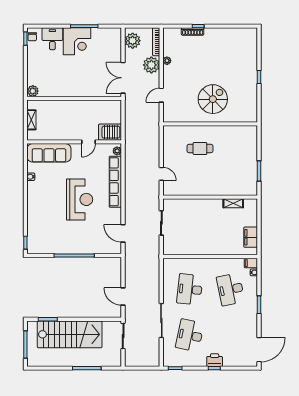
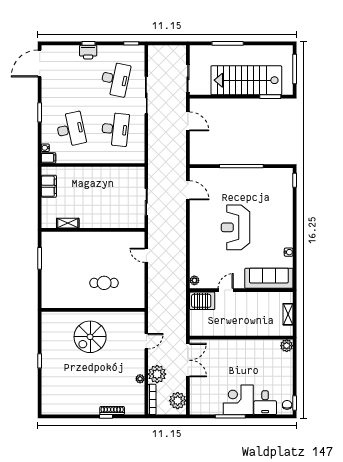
row of seats: (115, 182) -> (196, 247), removed

